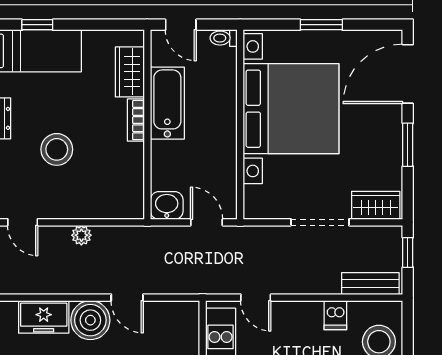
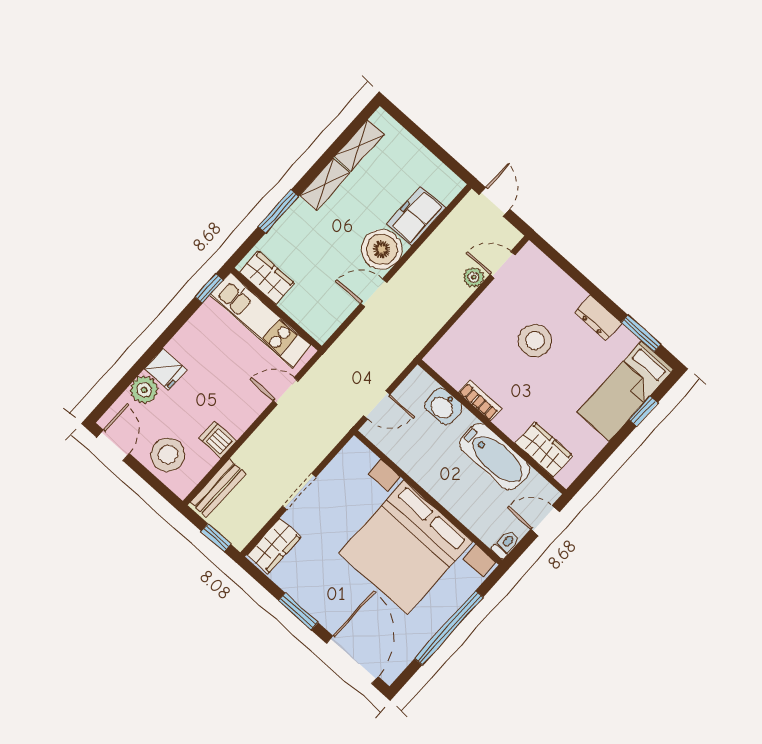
window: (321, 25) -> (449, 628), width x2.11
bookcase: (136, 120) -> (480, 400), moved
washbasin: (167, 205) -> (443, 406), moved, turned 90
doorway: (320, 222) -> (299, 492), width x0.73
plant: (81, 235) -> (474, 277), moved

